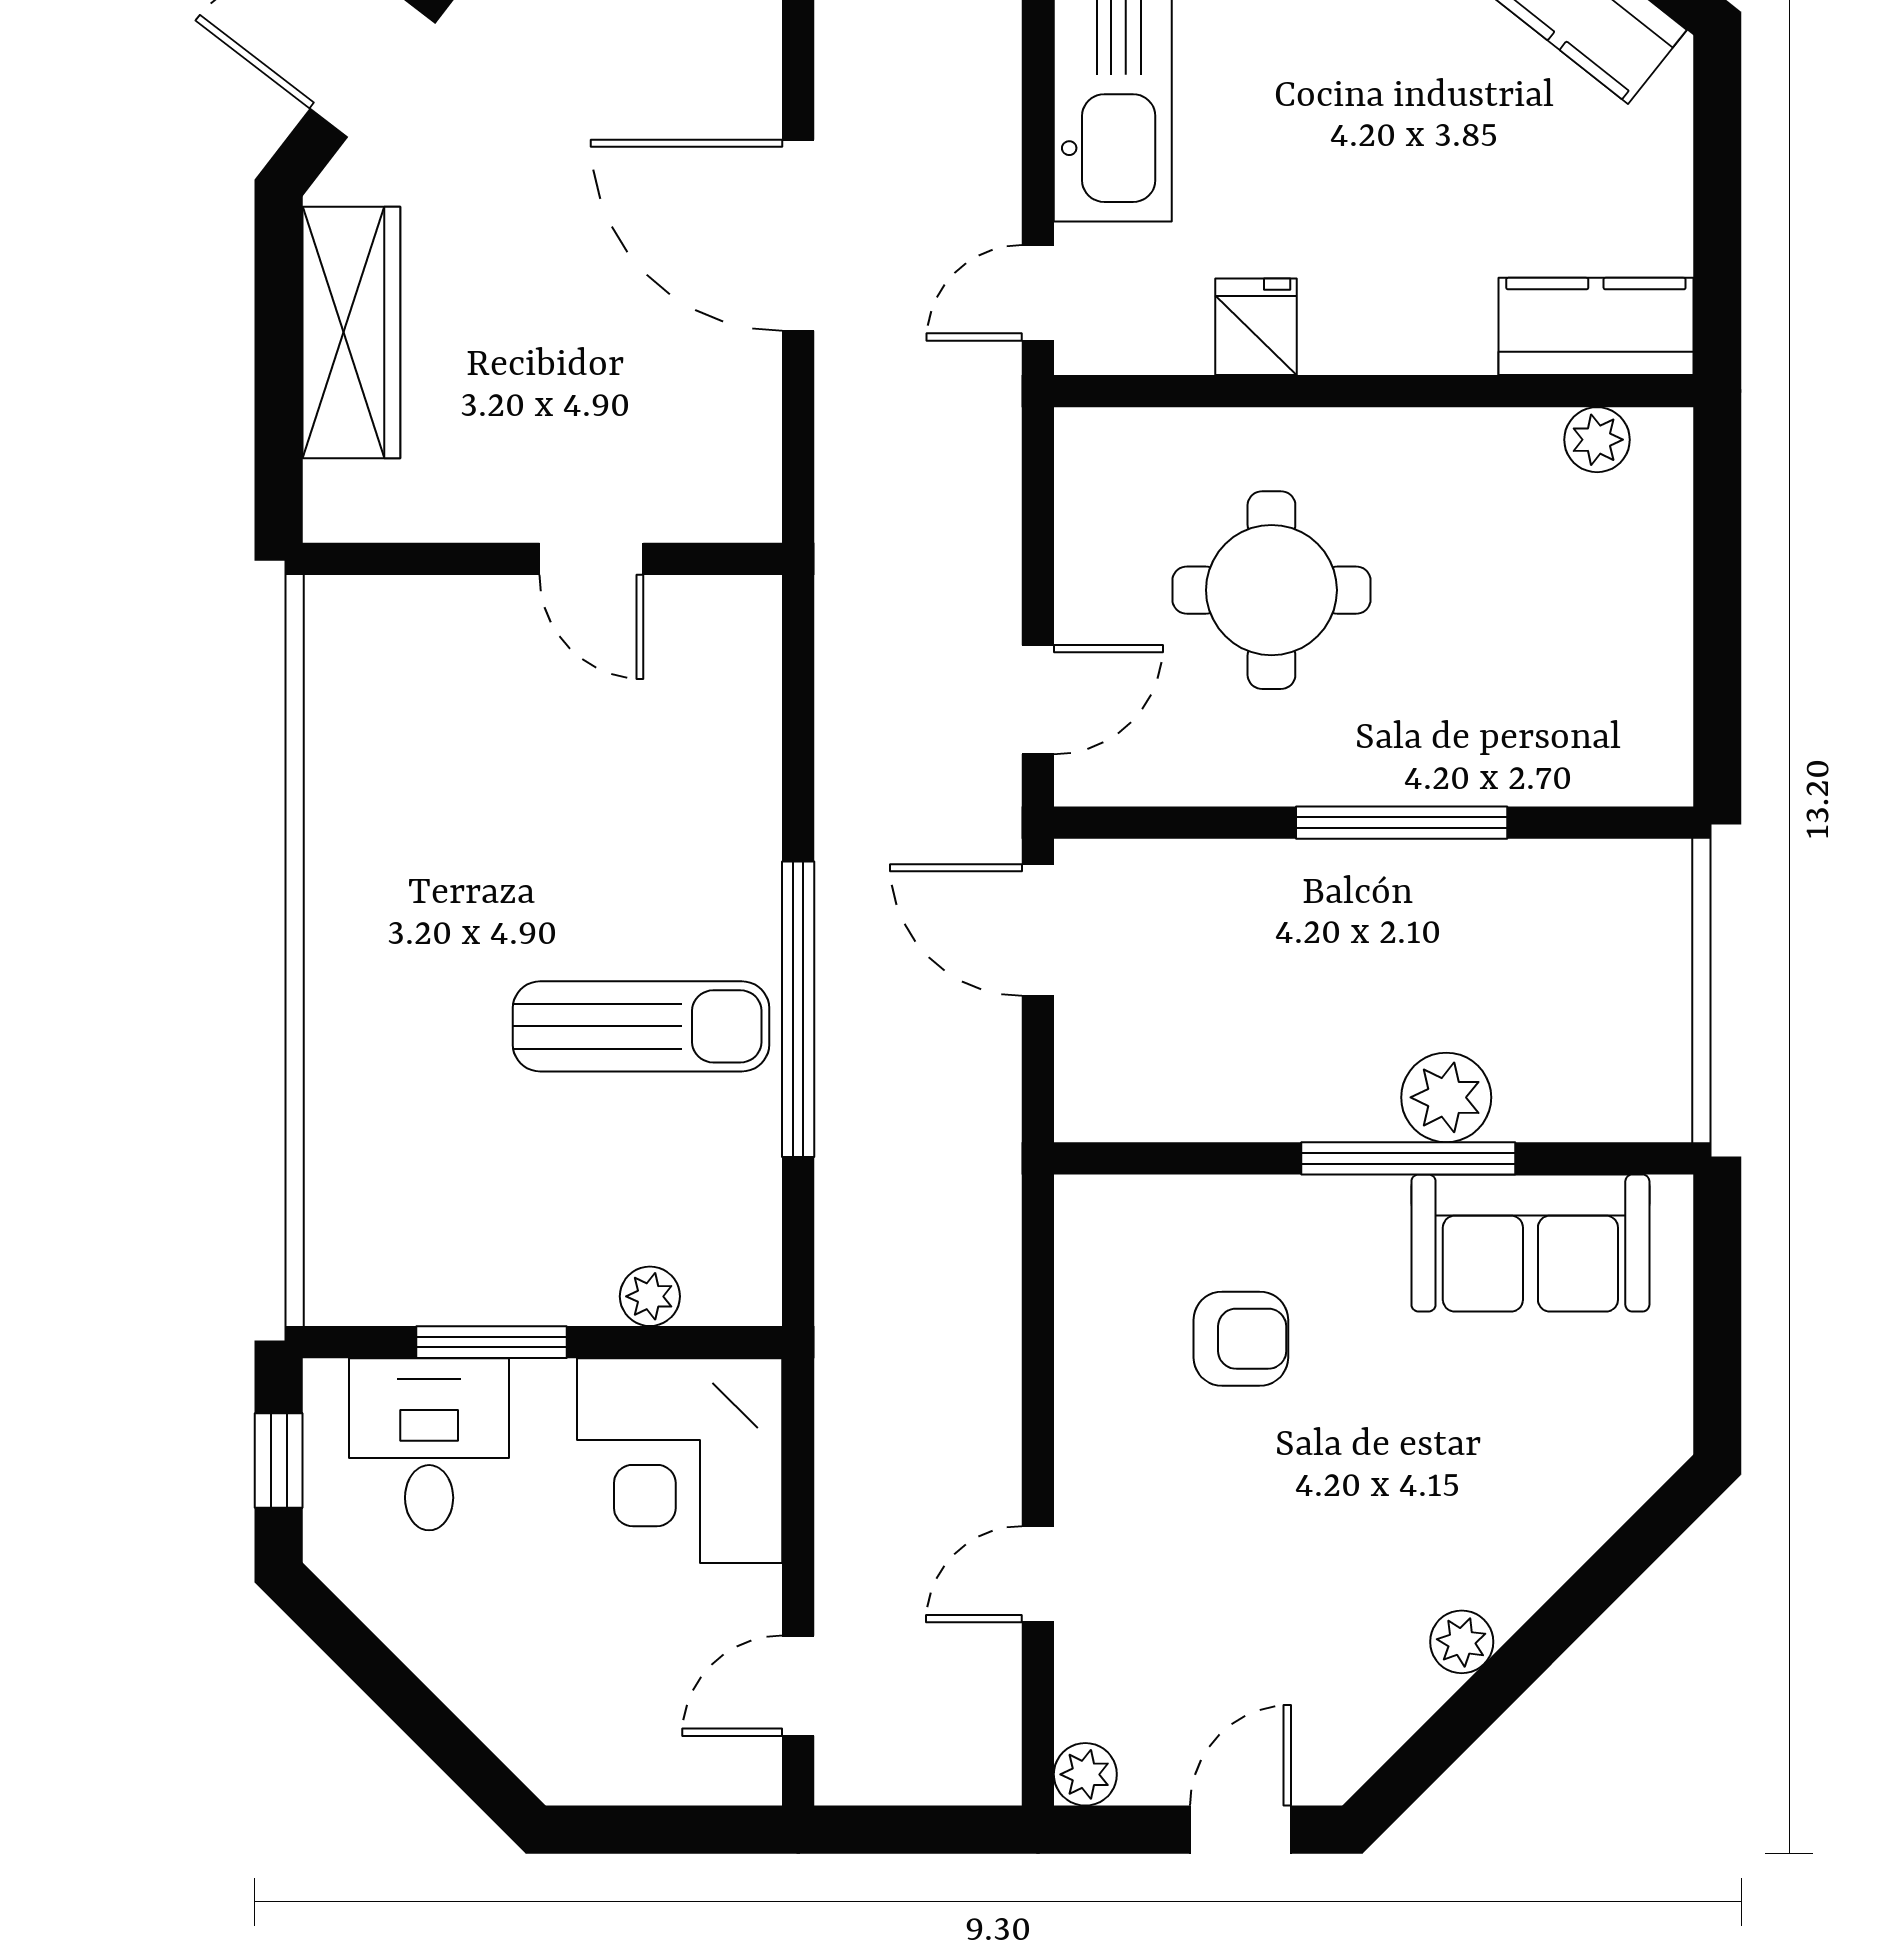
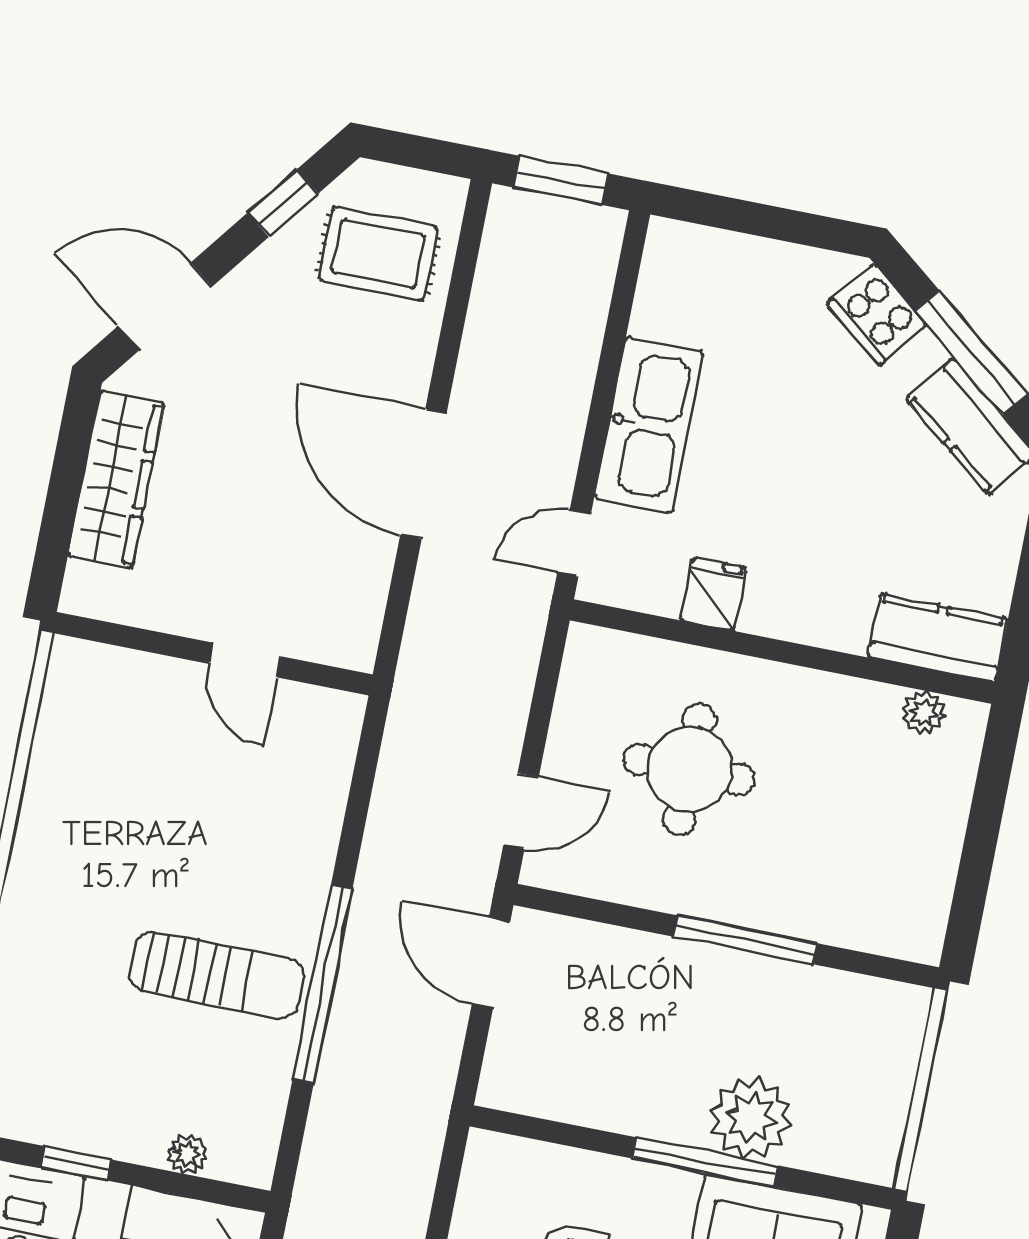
plant: (1446, 1097) -> (751, 1118), width x1.36, depth x1.36
window: (491, 1342) -> (77, 1164), width x0.67

